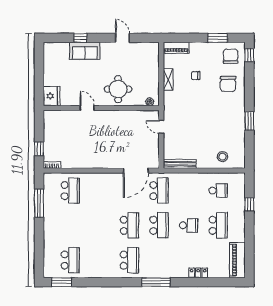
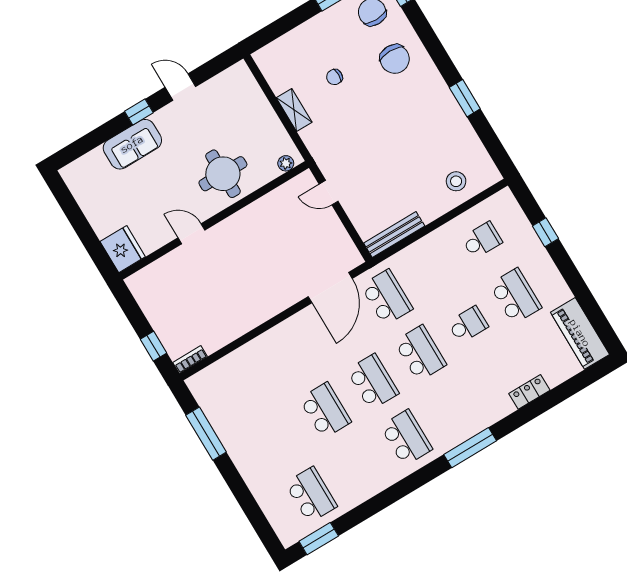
window: (80, 38) -> (139, 112), moved
piano: (176, 48) -> (276, 51), removed
school desk: (70, 191) -> (325, 410), moved

